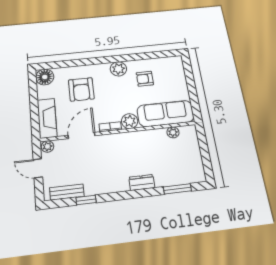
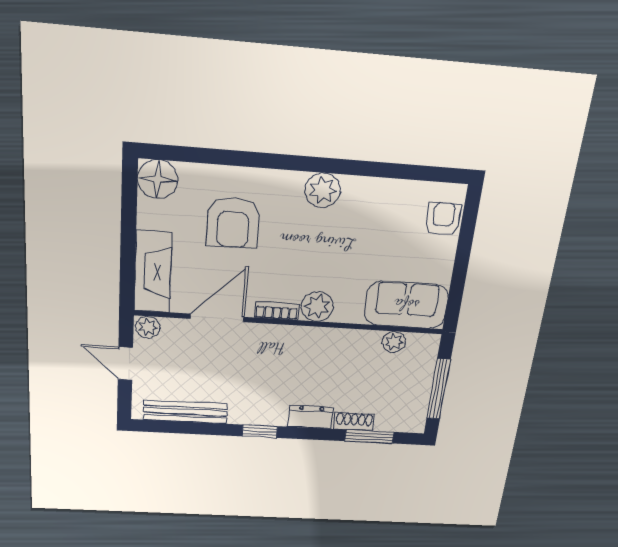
armchair: (145, 79) -> (443, 219), moved, turned 90
sofa: (166, 114) -> (406, 305), width x0.73
window: (205, 154) -> (439, 389), added
shoe rack: (166, 181) -> (354, 422), added
bench: (67, 192) -> (185, 412), width x1.36
window: (86, 200) -> (260, 431), moved

